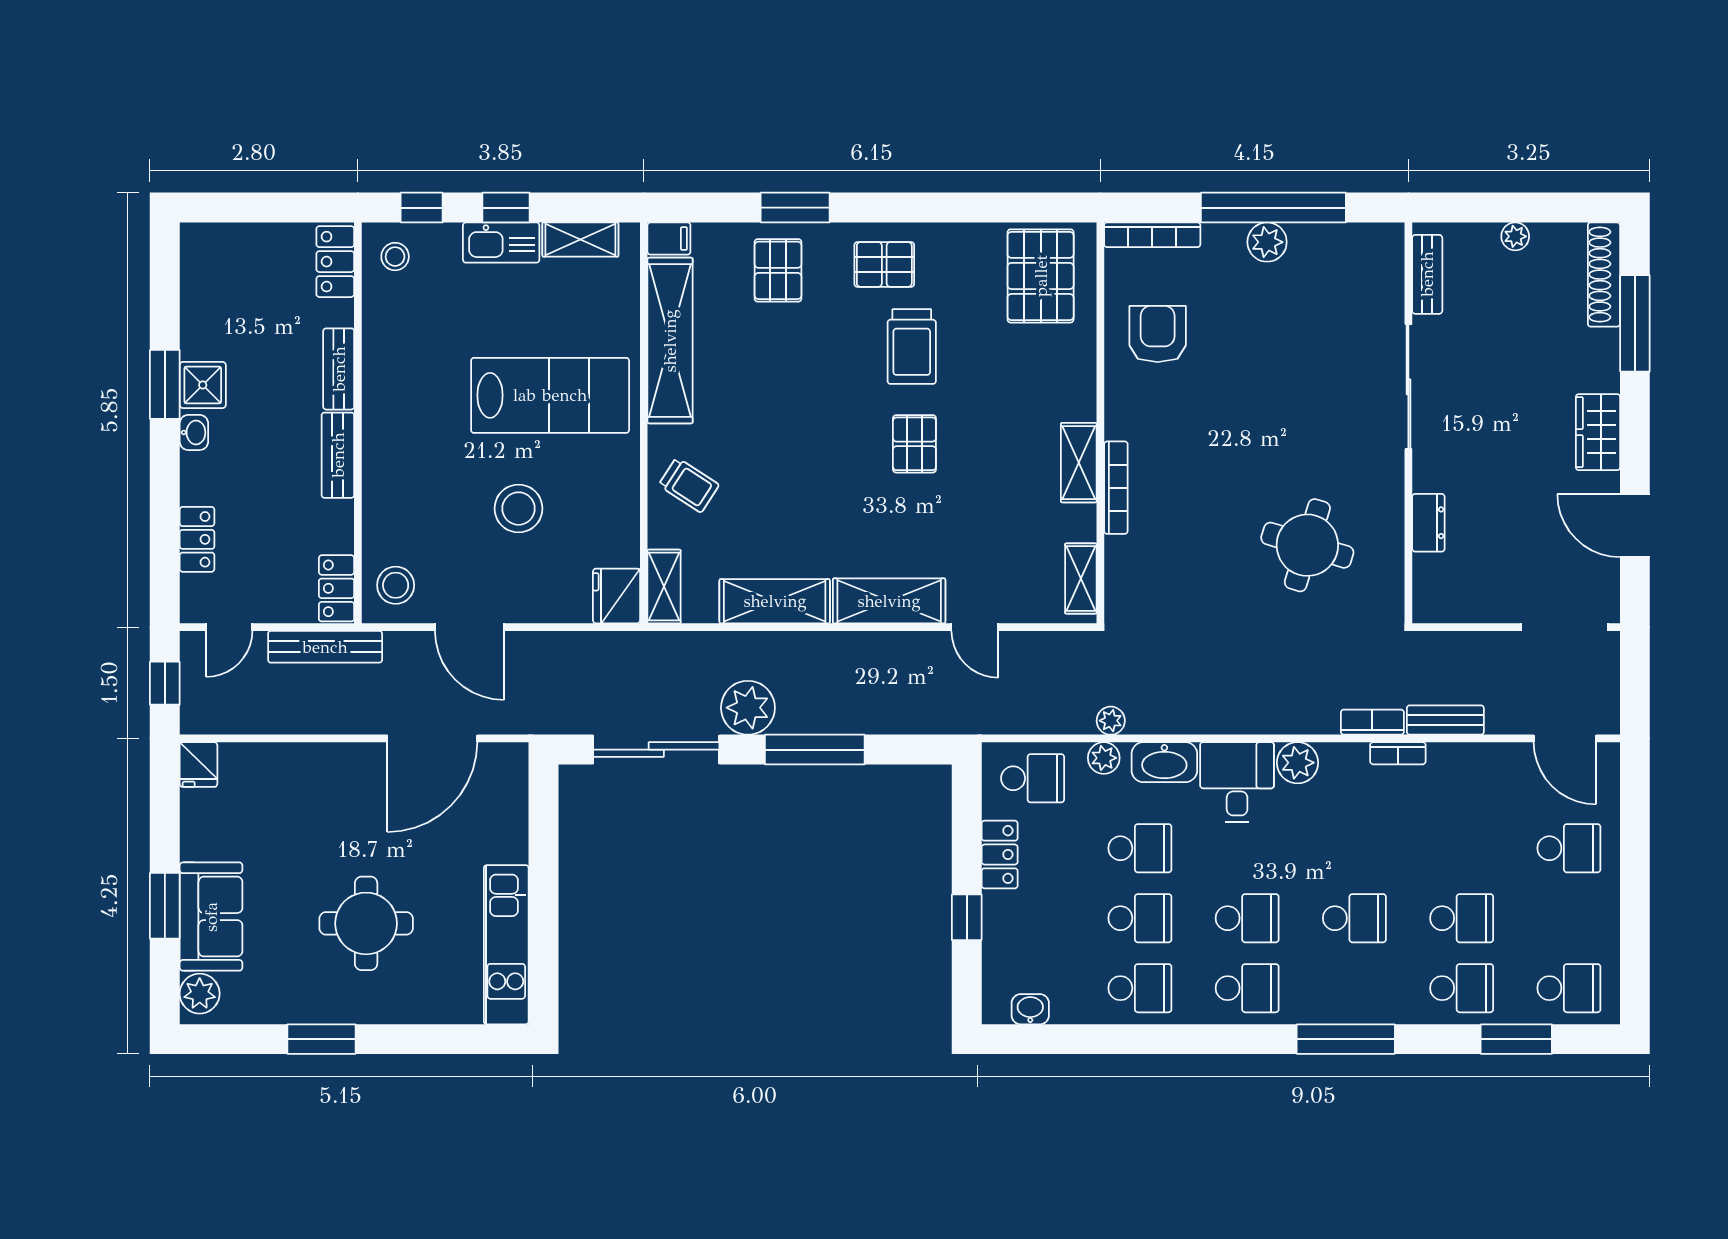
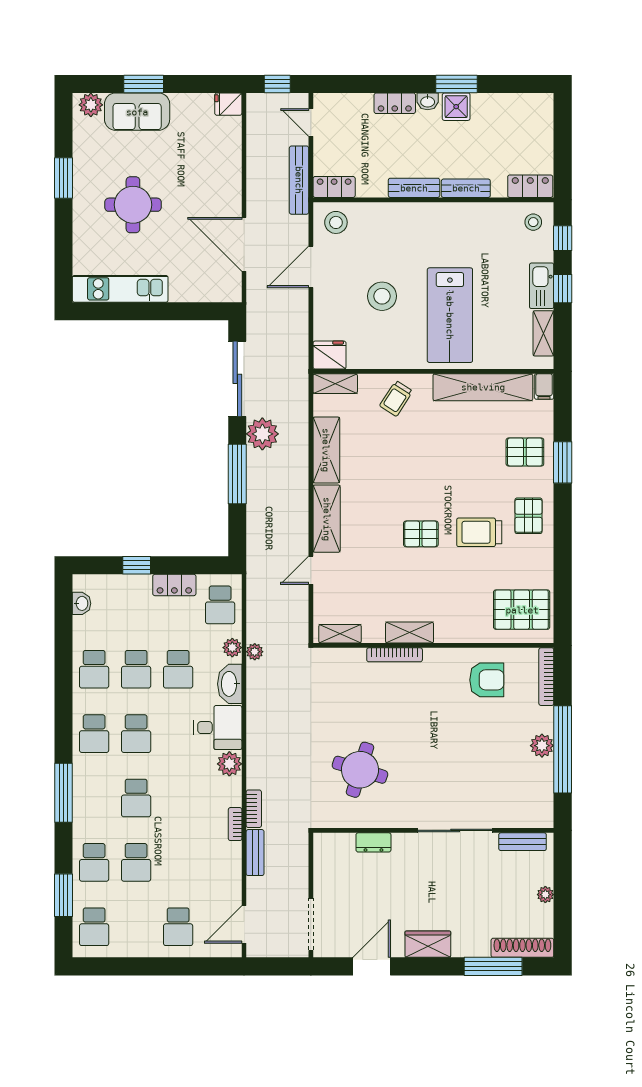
locker: (197, 539) -> (395, 103), moved

